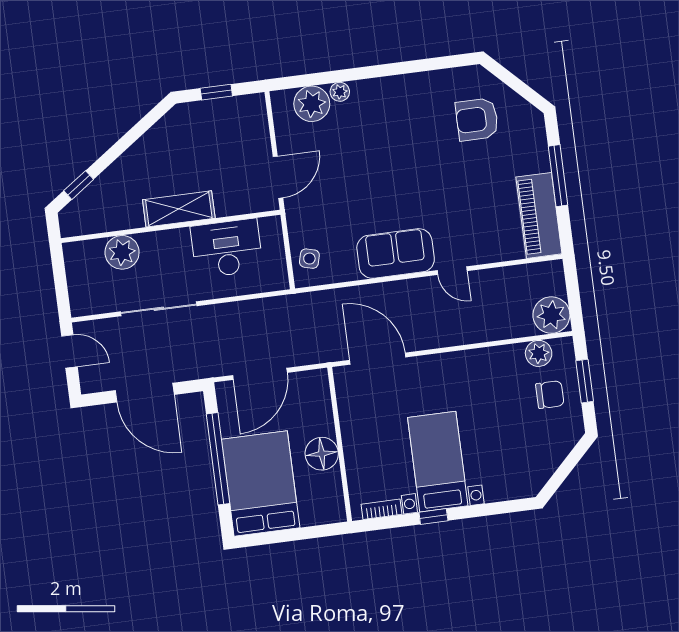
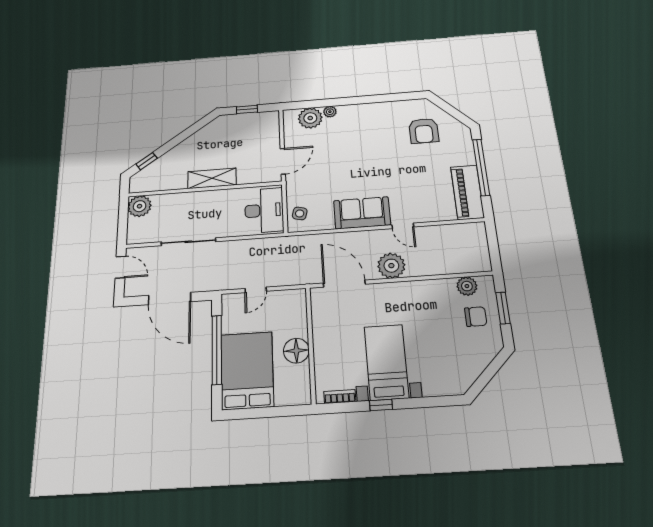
armchair: (477, 119) -> (424, 131), turned -90
window: (558, 176) -> (481, 167), width x1.46
desk: (227, 248) -> (264, 210), moved, turned 90
plant: (122, 252) -> (140, 206), moved
plant: (551, 315) -> (391, 266), moved
door: (260, 374) -> (256, 290), width x0.53

